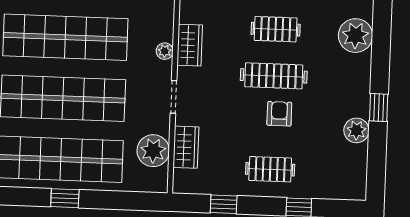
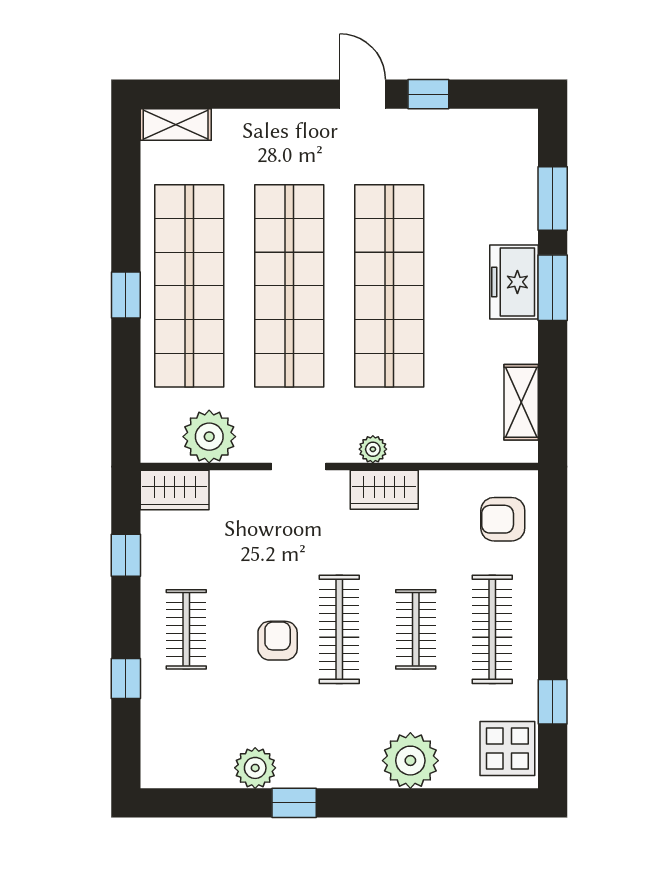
armchair: (279, 114) -> (278, 641), turned -90
wardrobe: (186, 147) -> (175, 490), moved

